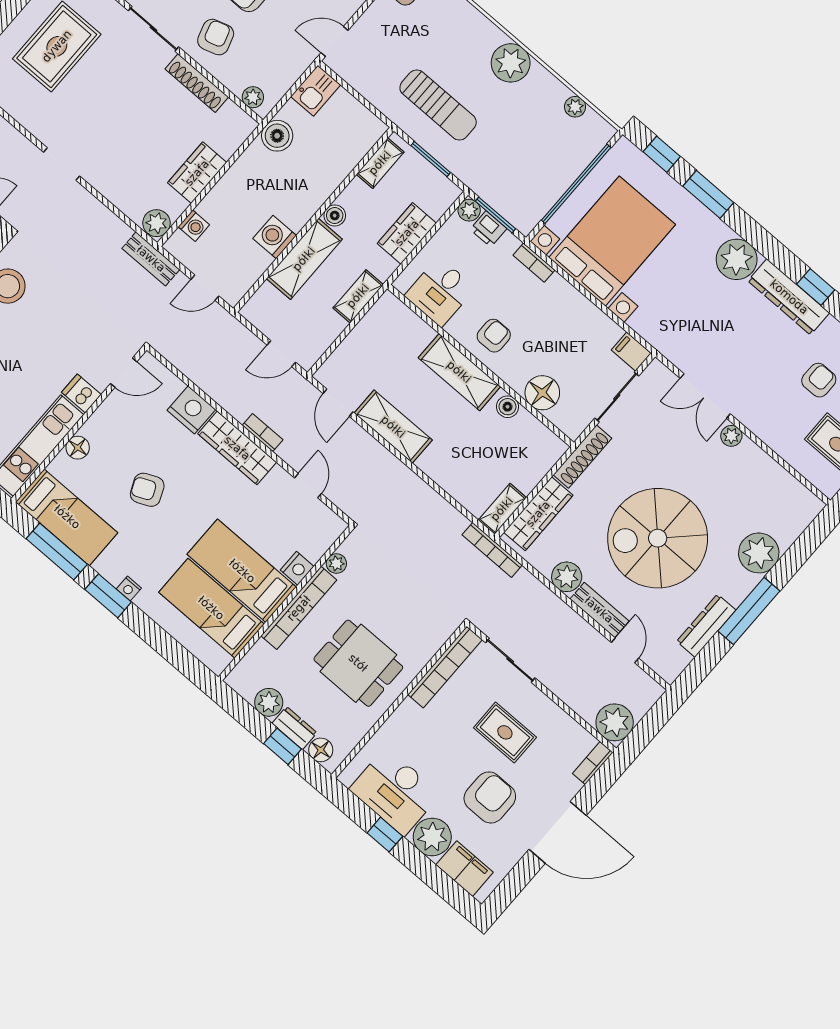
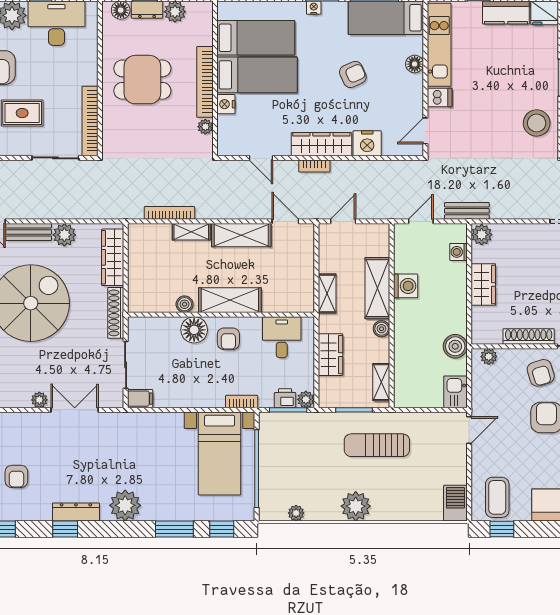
bed with nightstands: (612, 241) -> (220, 454), width x0.73
dresser: (789, 297) -> (76, 512), width x0.73, depth x0.80
floor lamp: (542, 393) -> (194, 330), moved
shelving: (502, 509) -> (191, 232), moved, turned 90
bookcase: (492, 550) -> (169, 213), moved

